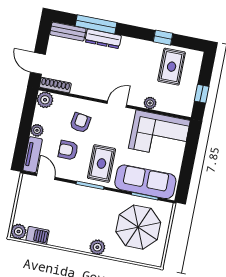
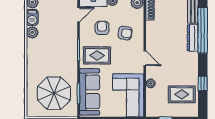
window: (96, 24) -> (203, 30), width x1.46
plant: (97, 247) -> (32, 32), moved

